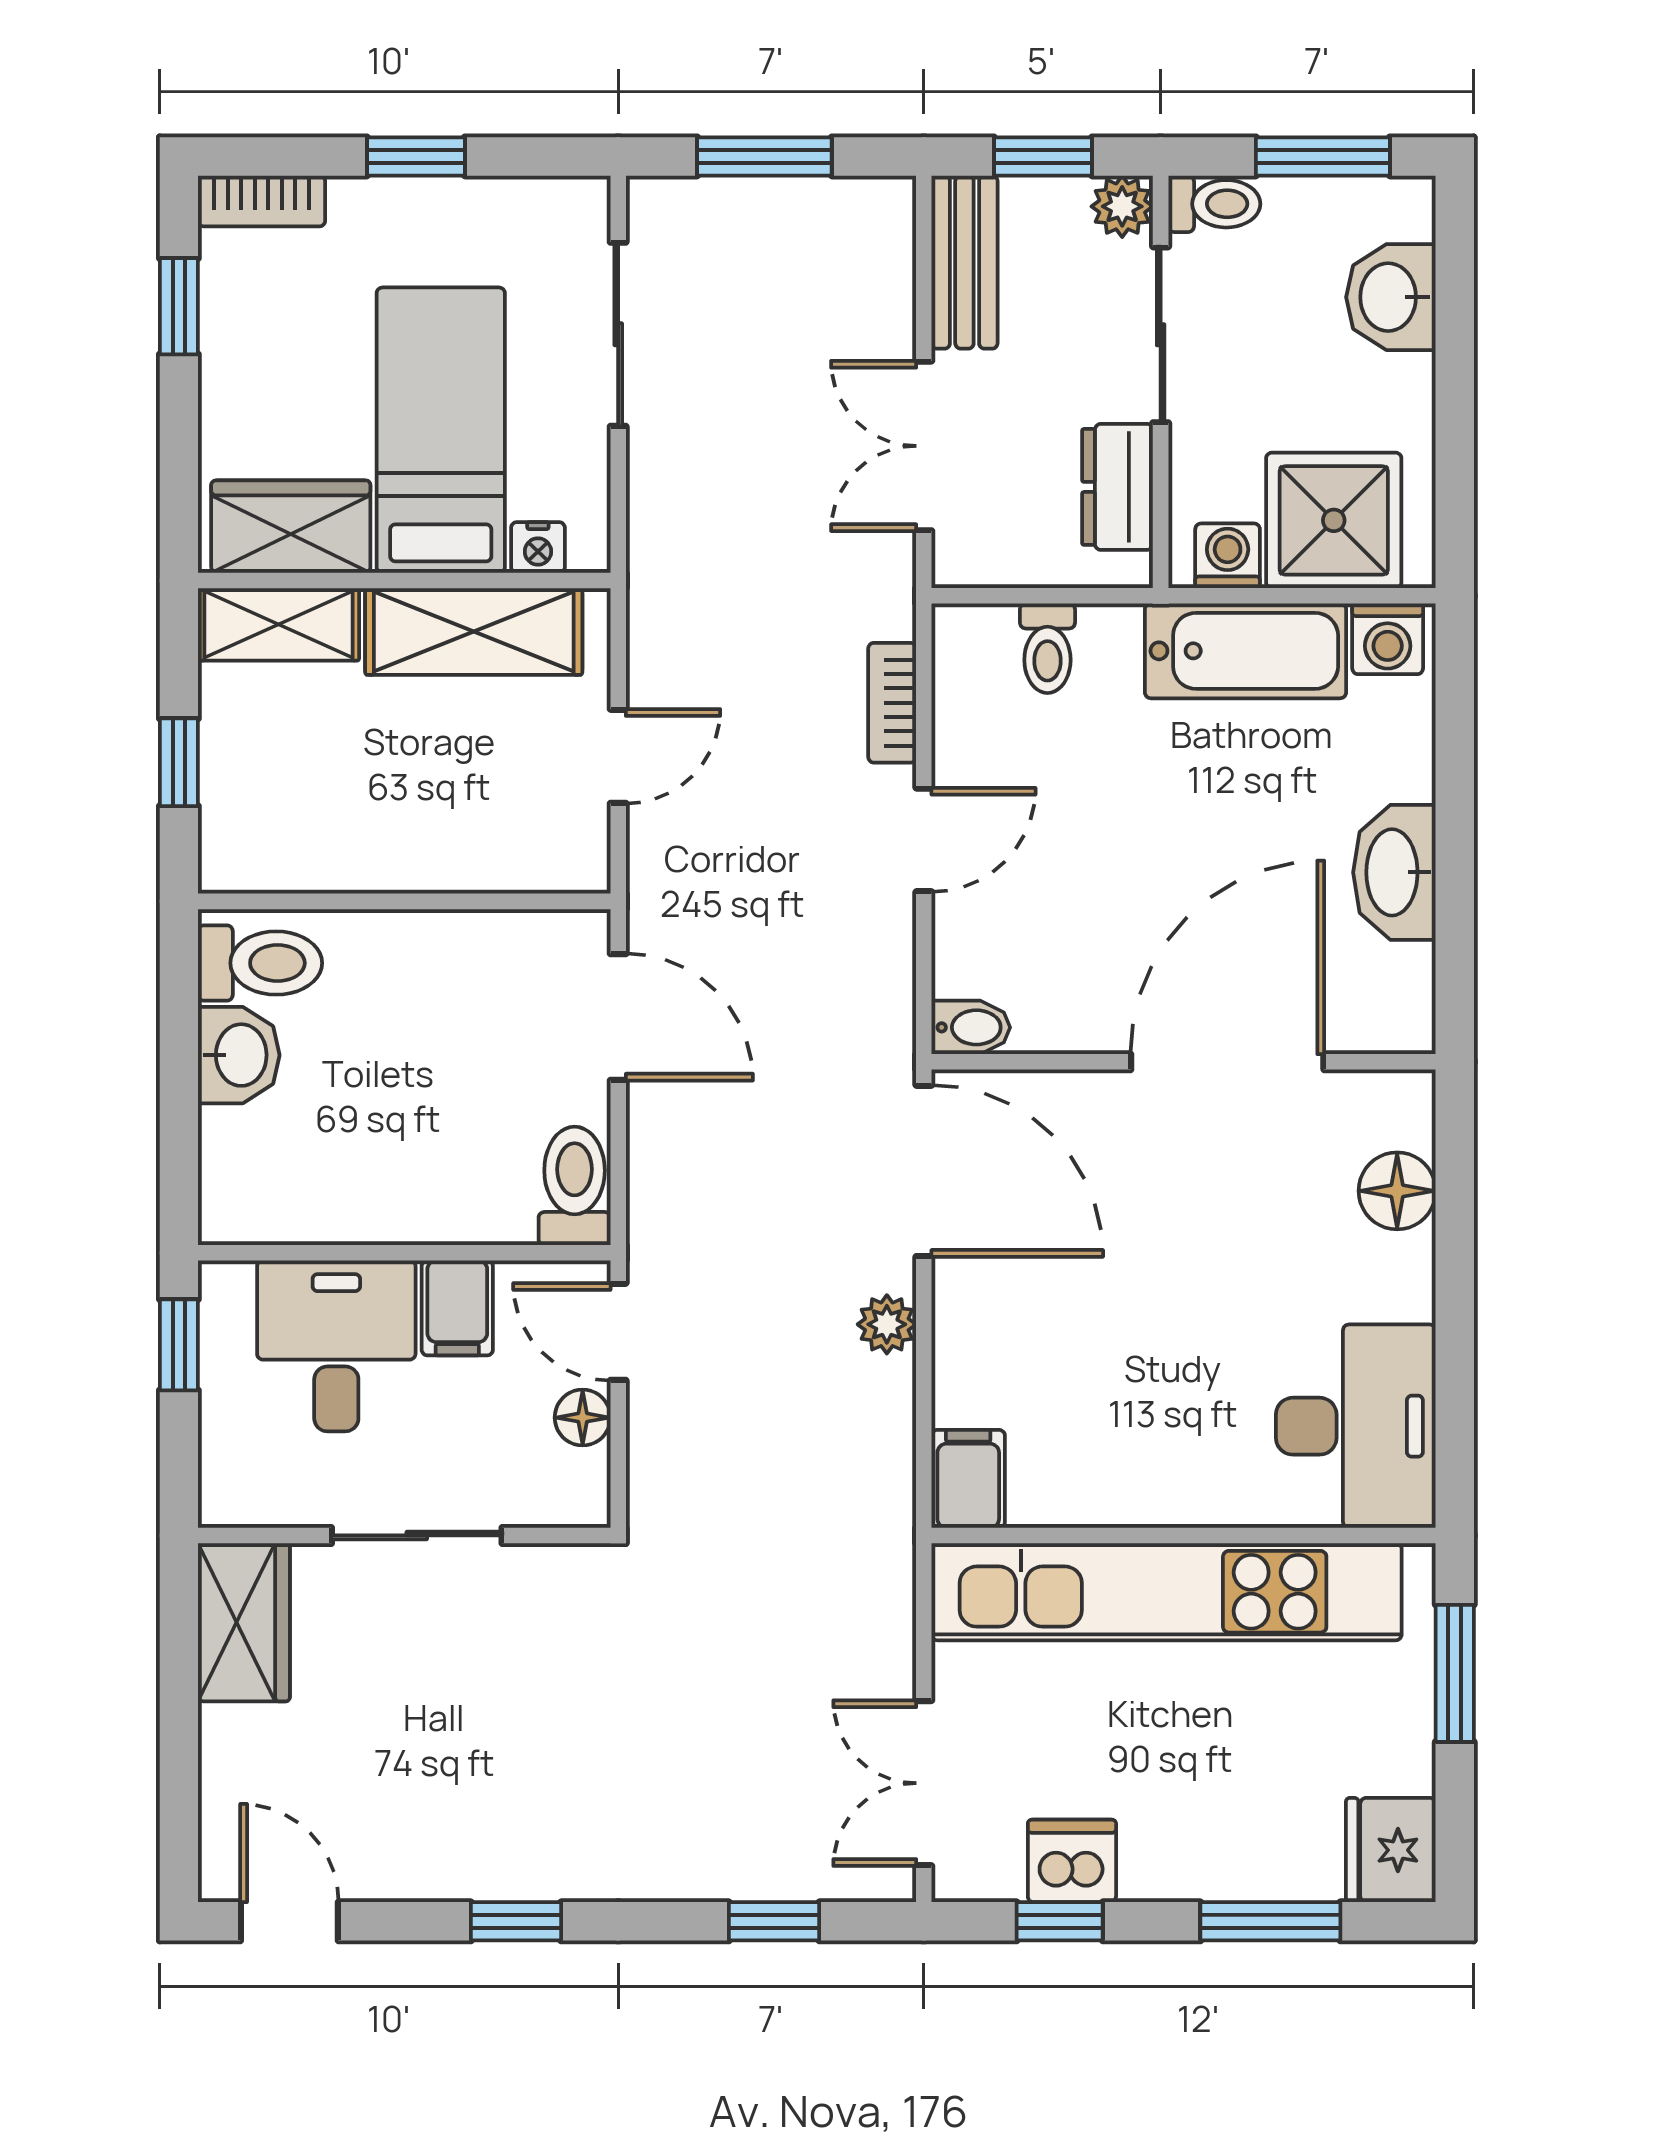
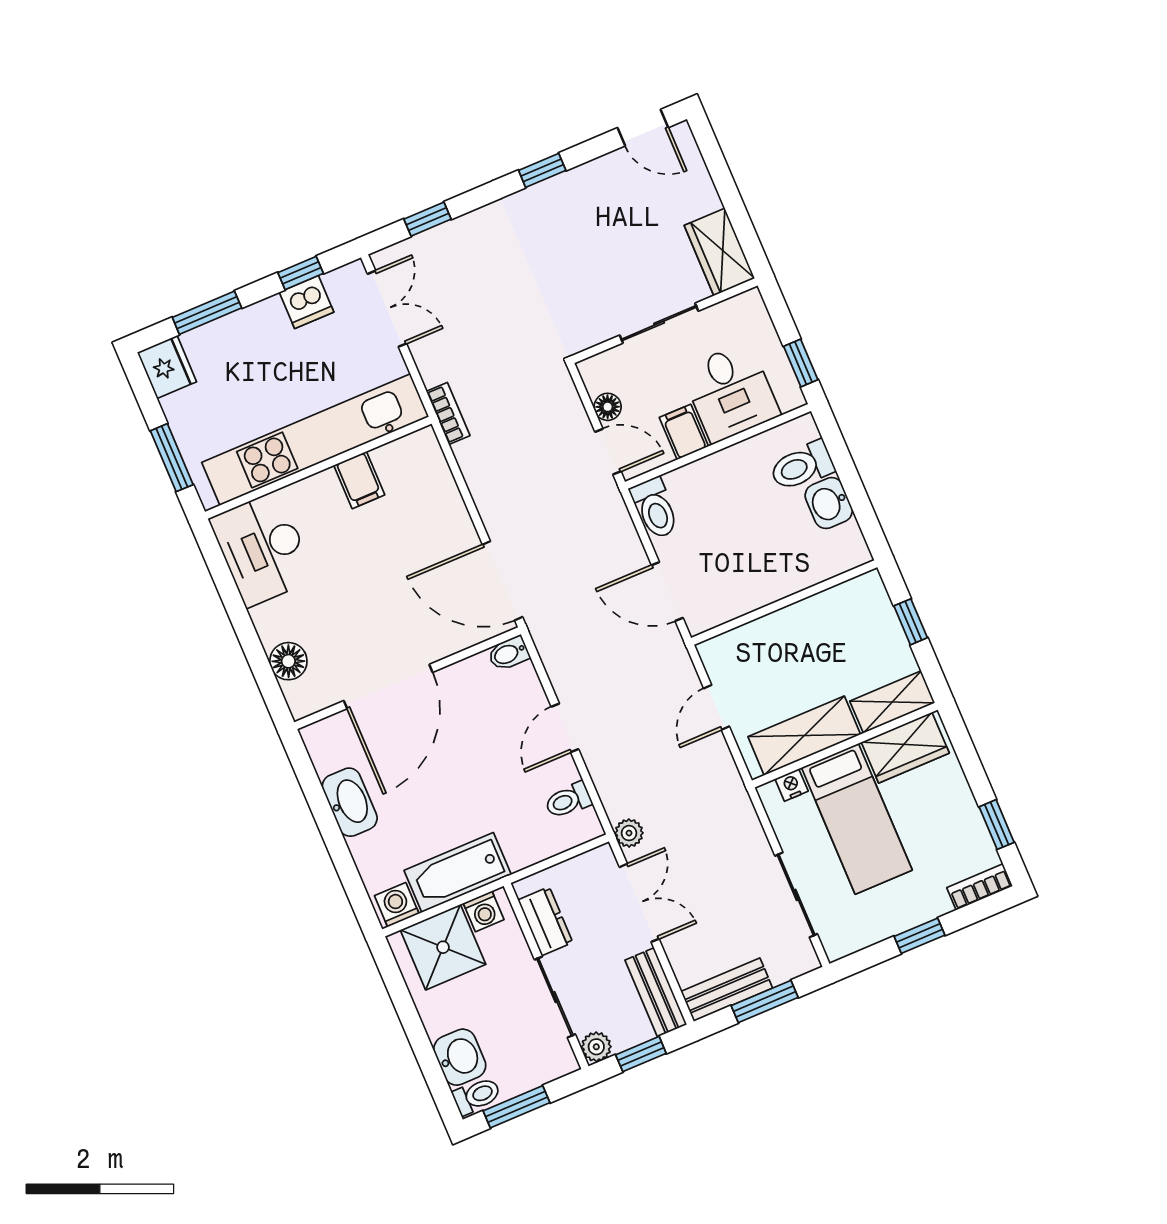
toilet: (1214, 204) -> (477, 1096), moved, turned 180
bench: (827, 210) -> (727, 990), added
toilet: (1047, 648) -> (568, 800), moved, turned -90
bookcase: (892, 703) -> (448, 413), moved
toilet: (260, 963) -> (802, 466), moved
plant: (887, 1324) -> (629, 833), moved
filing cabinet: (968, 1479) -> (359, 480), moved

